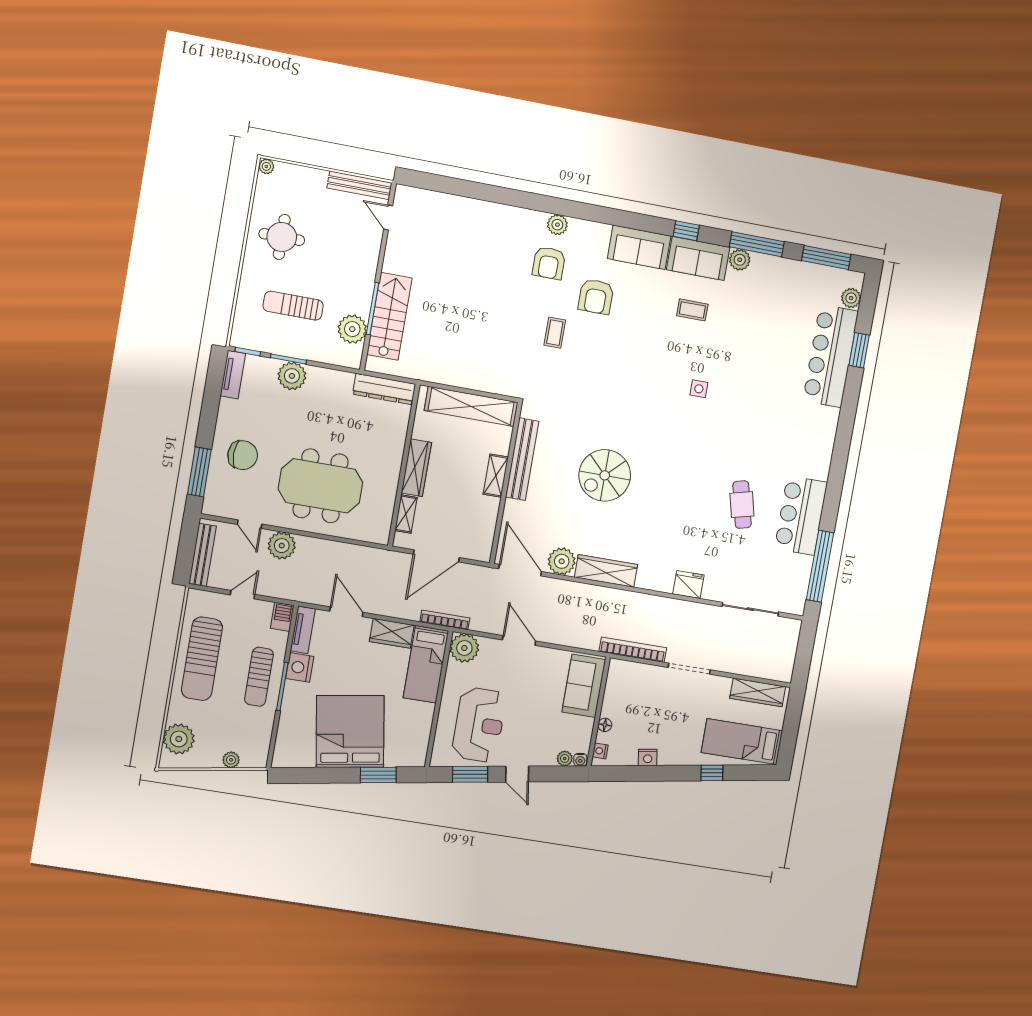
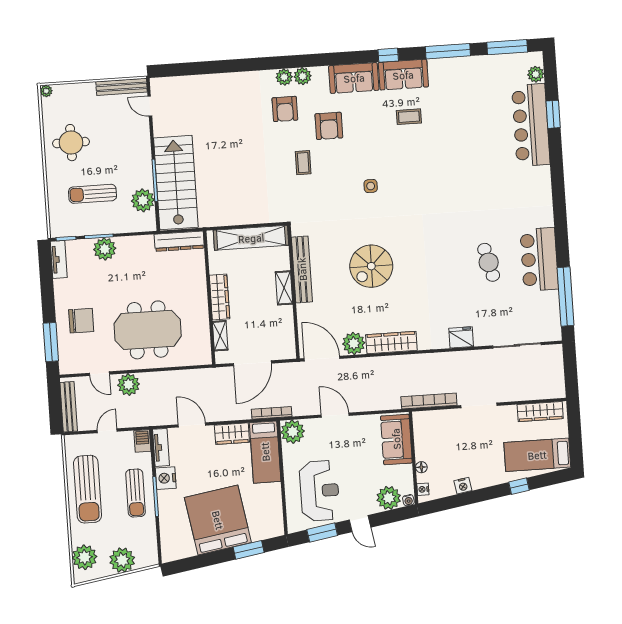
plant: (740, 260) -> (303, 76), moved
stairs: (389, 316) -> (176, 183), width x1.36, depth x1.51
side table: (699, 389) -> (371, 186), moved
plant: (565, 758) -> (389, 498), width x1.88, depth x1.88
plant: (231, 760) -> (122, 560), width x1.88, depth x1.88

